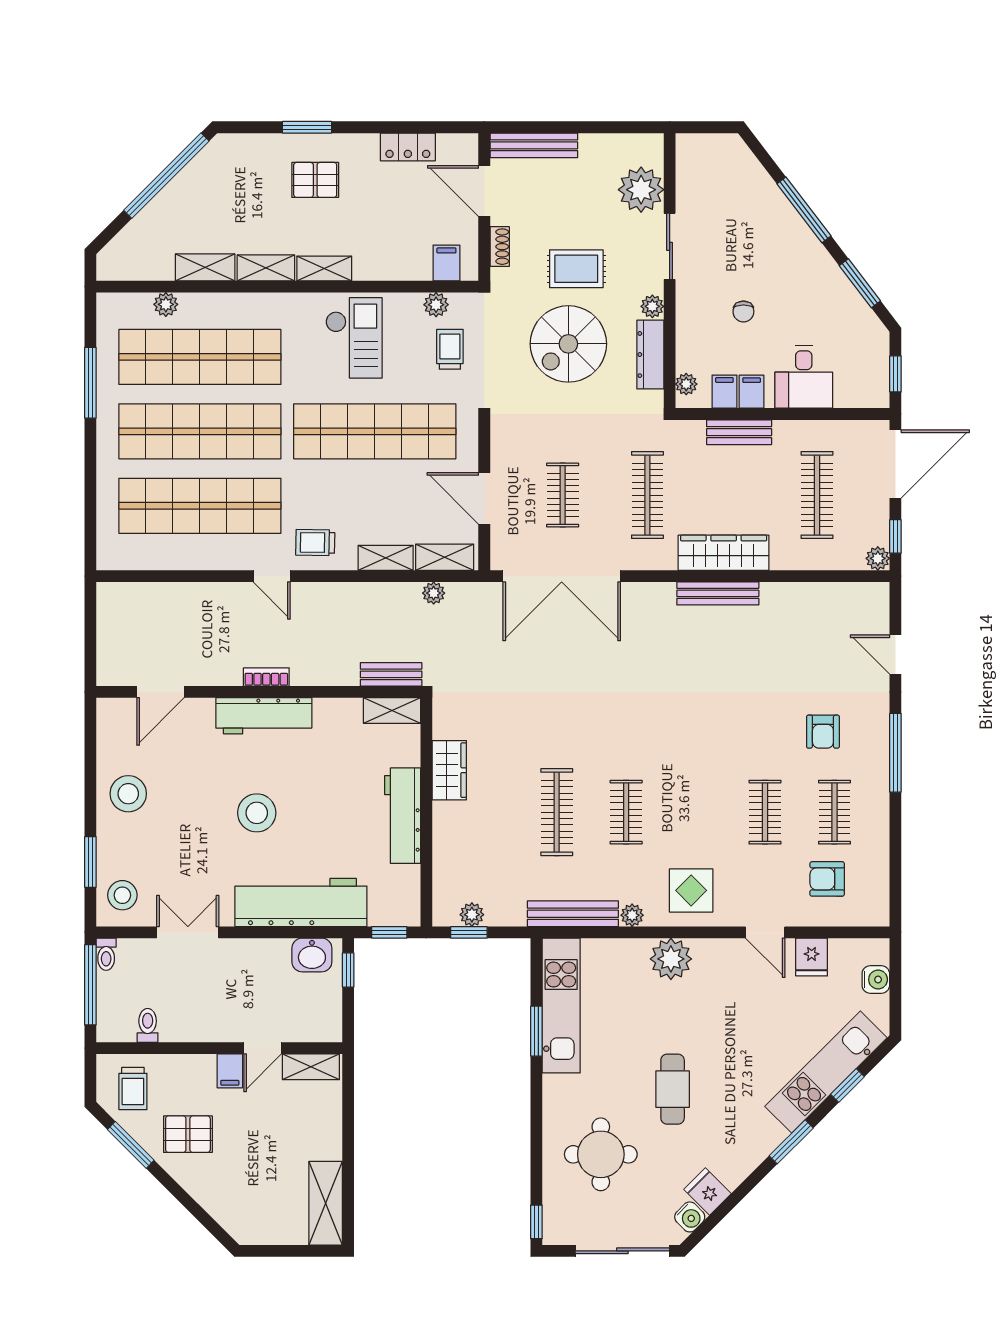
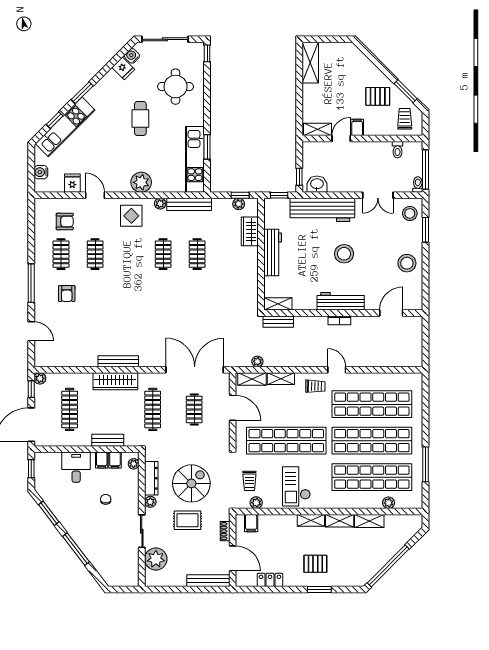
armchair: (823, 732) -> (67, 294), turned 180
wardrobe: (449, 770) -> (250, 231), moved
clothes rail: (557, 812) -> (197, 254), width x0.73

